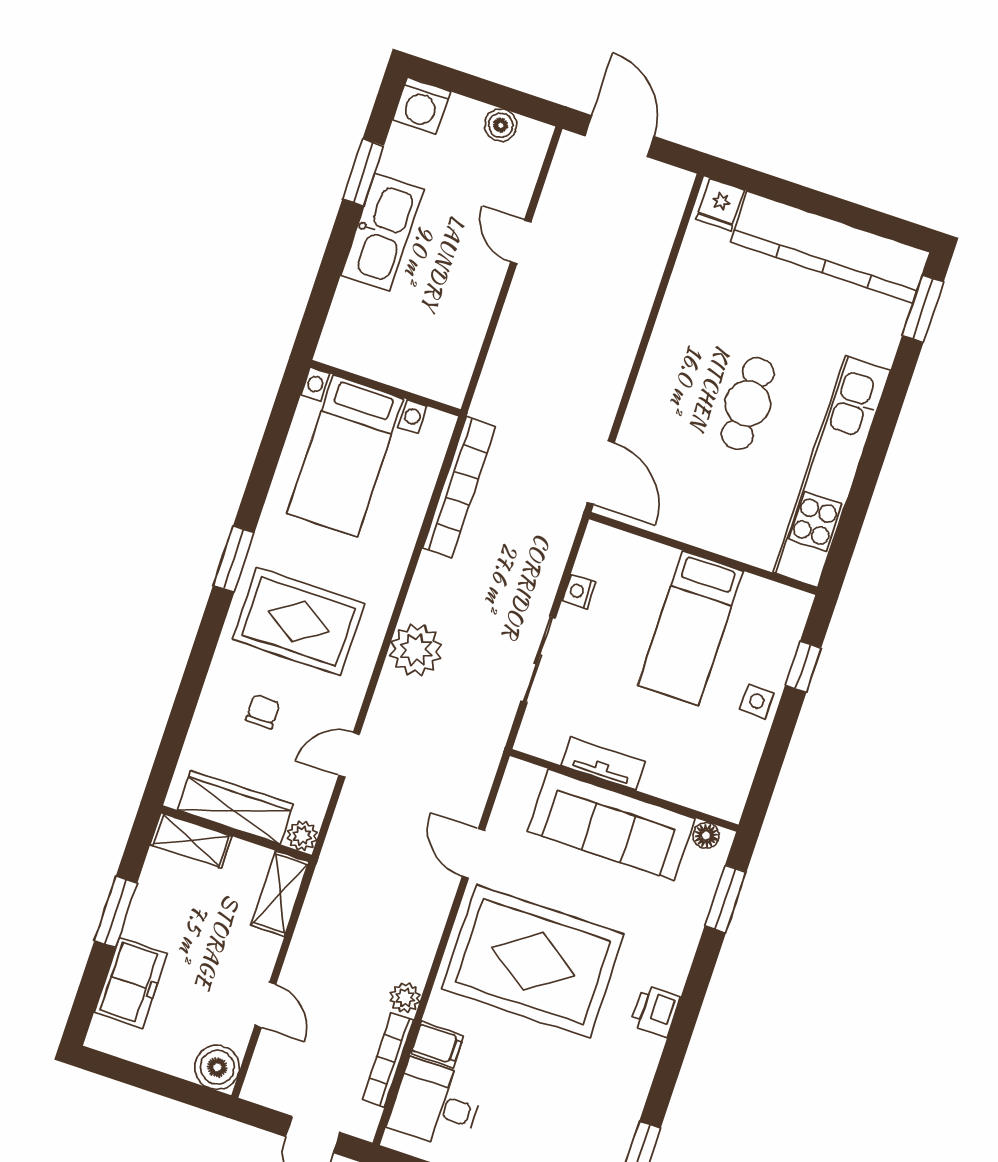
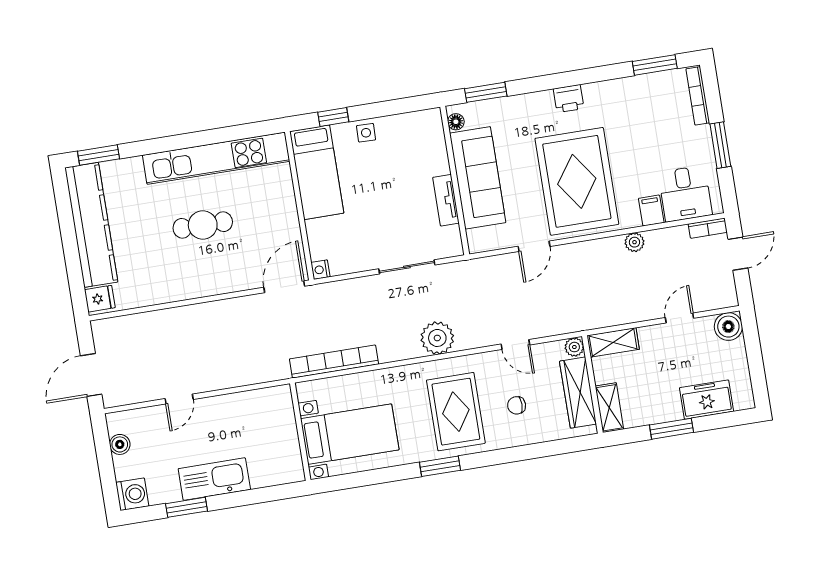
nightstand: (579, 591) -> (320, 270), moved, turned 90
bed: (690, 628) -> (317, 172), moved, turned 90
bookcase: (388, 1060) -> (708, 228), moved, width x0.64

